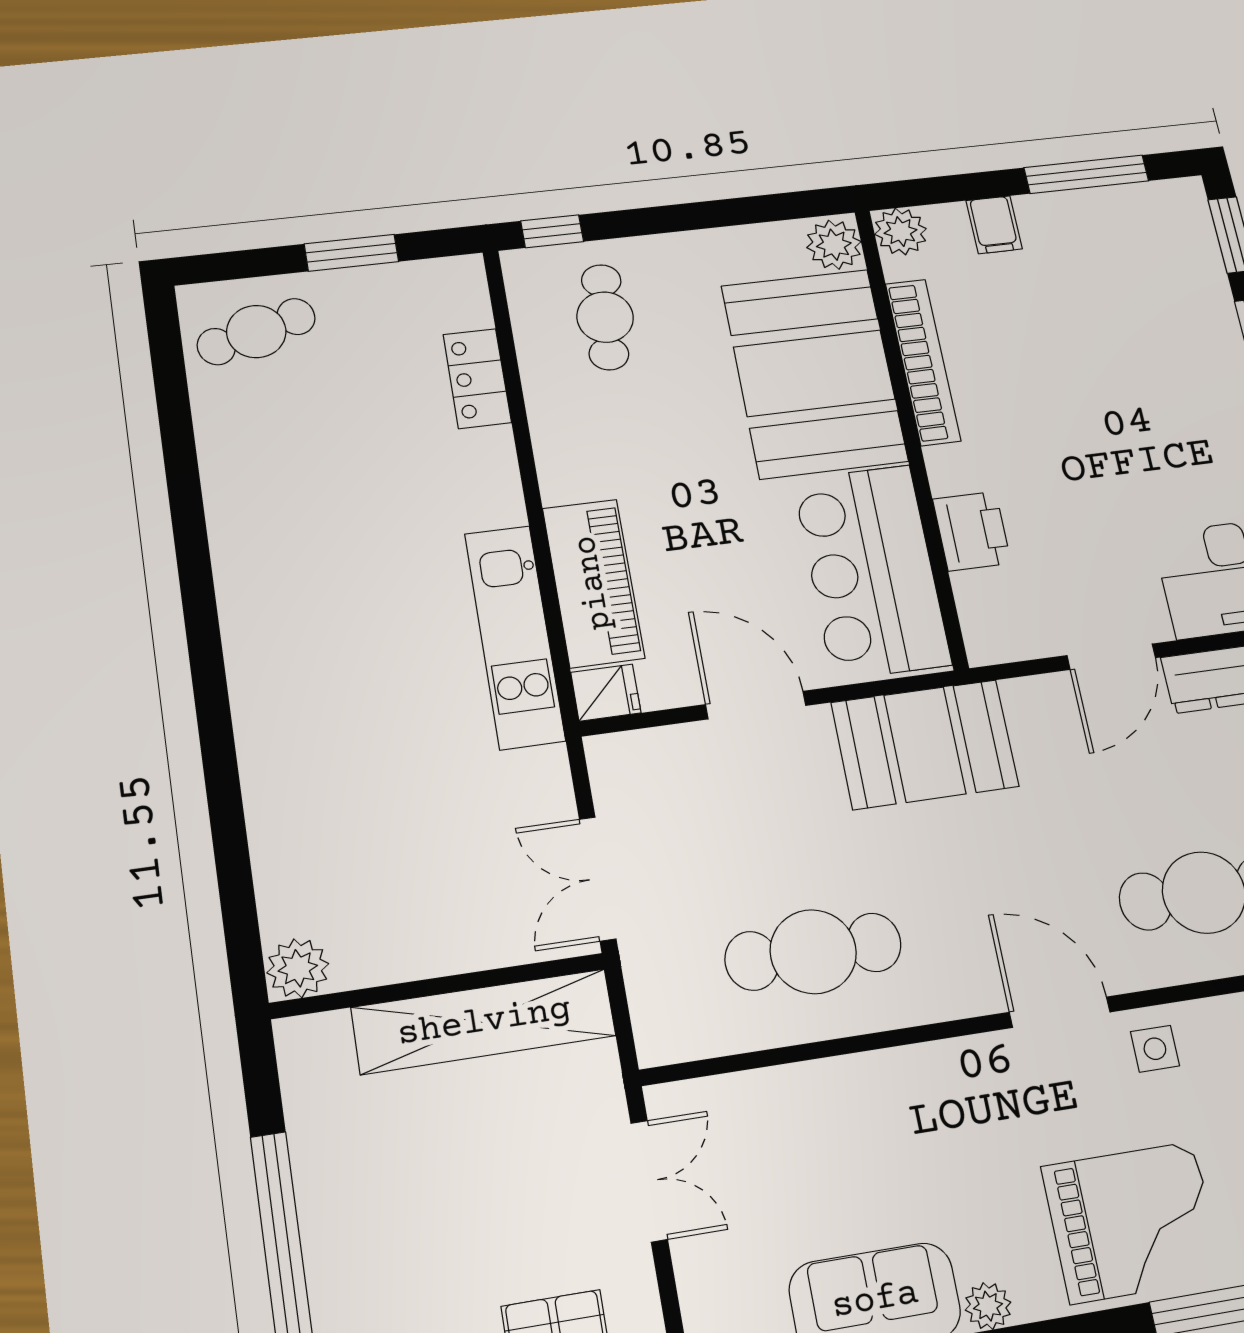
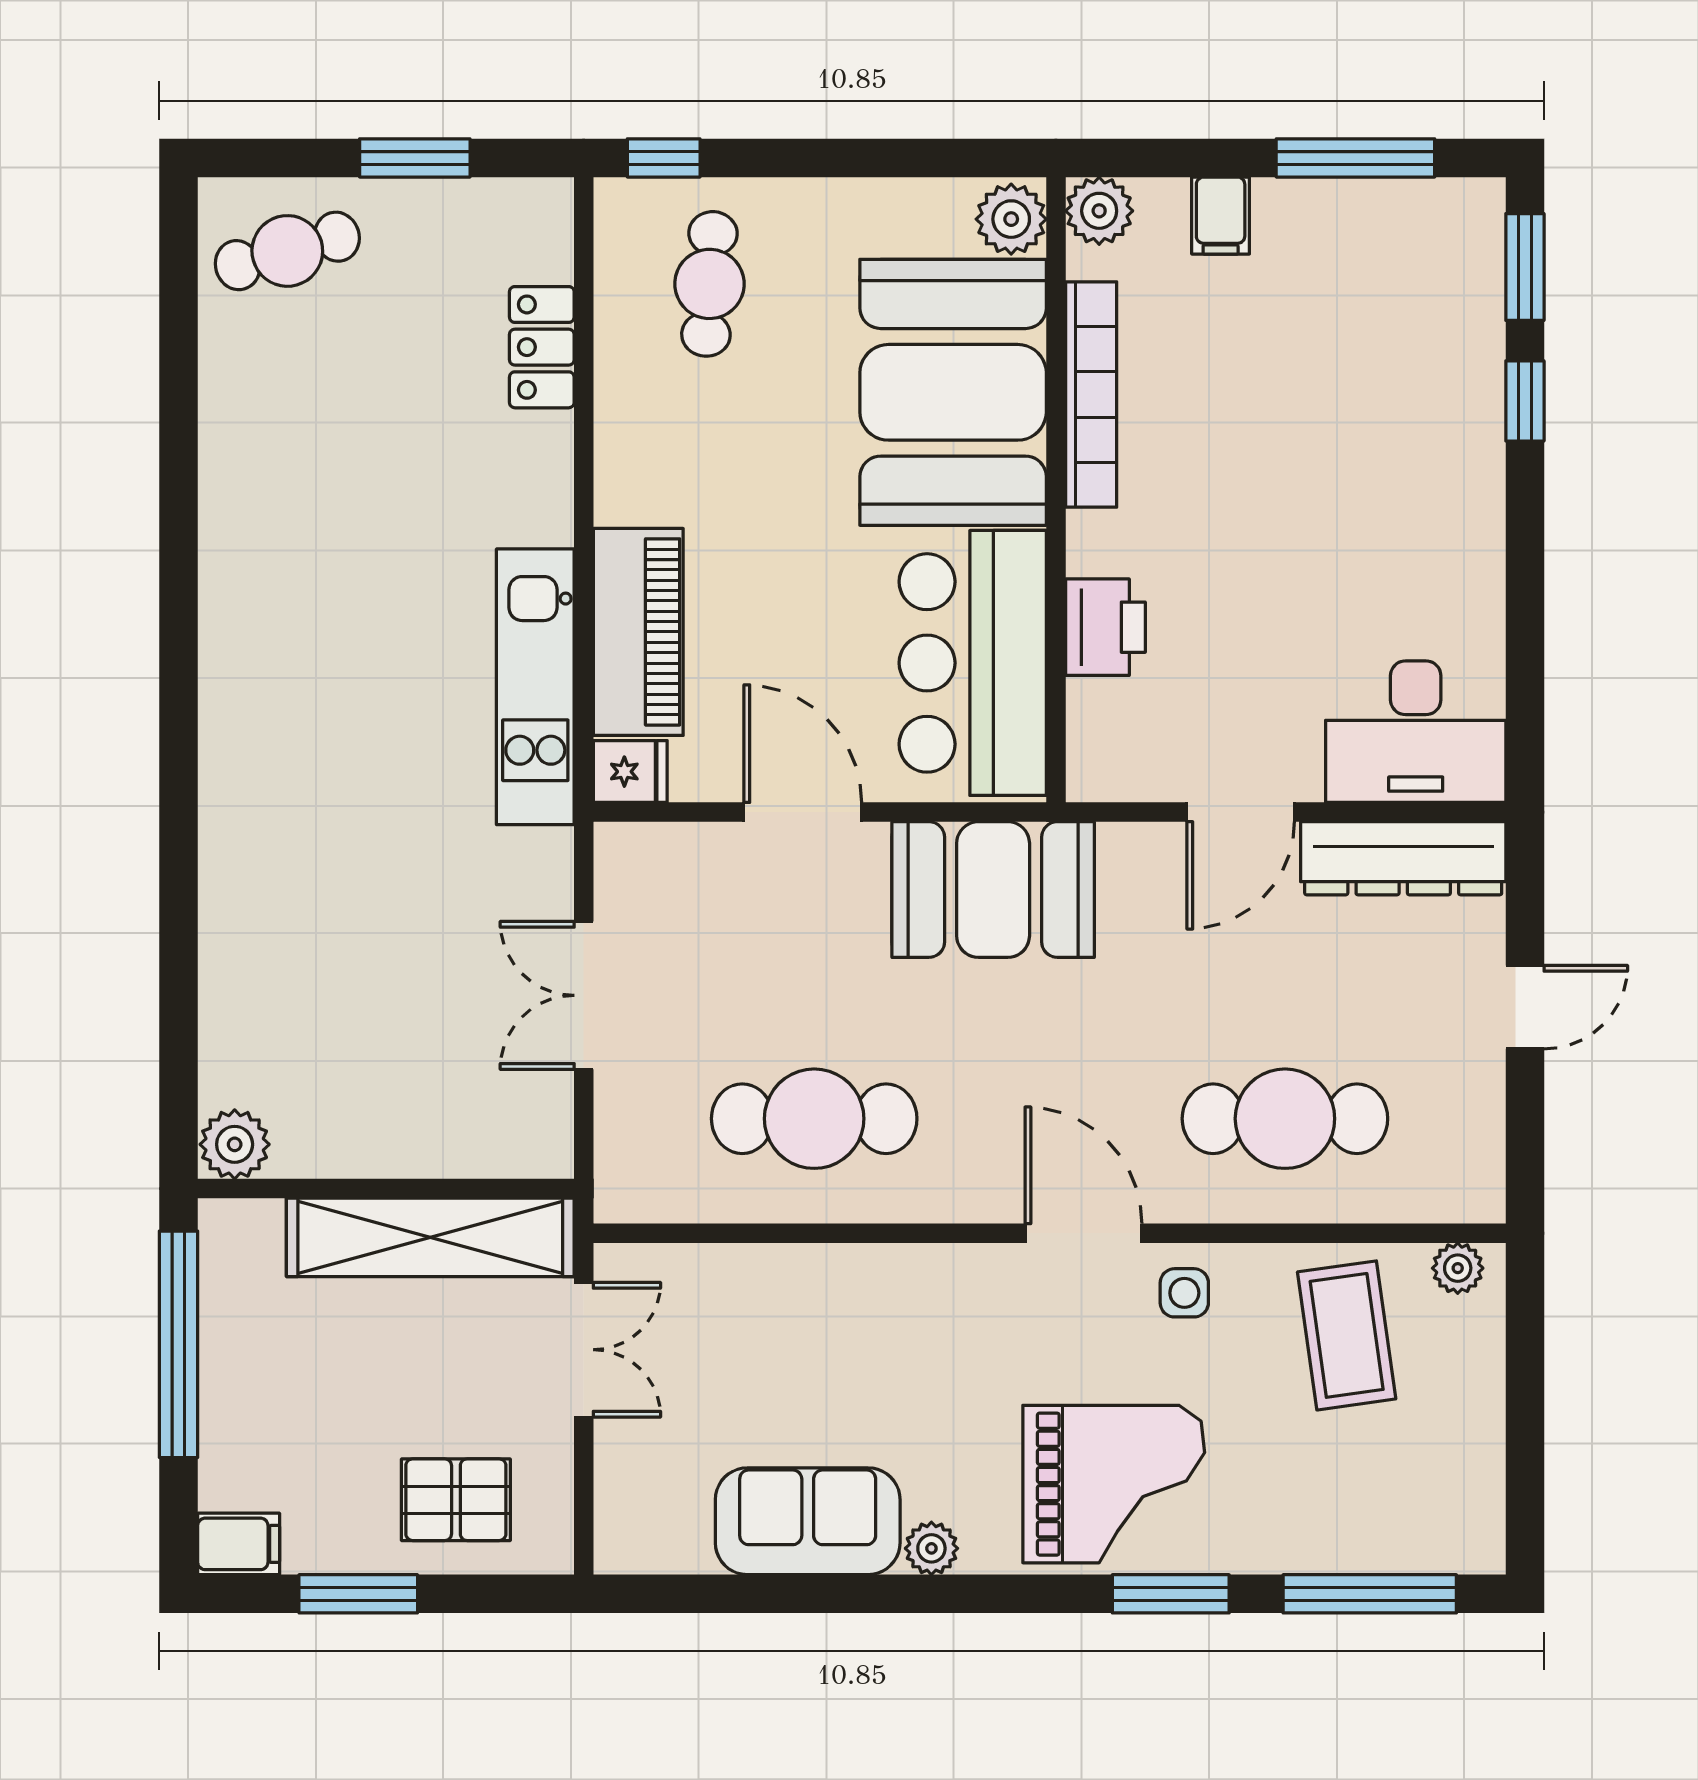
plant: (298, 968) -> (235, 1144), moved
wall: (438, 986) -> (386, 1189), moved
shelving: (484, 1022) -> (430, 1237), moved

